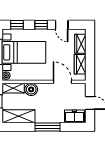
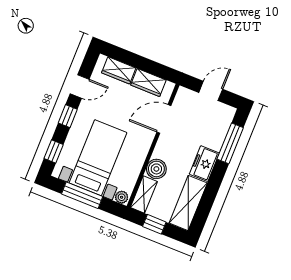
freezer: (74, 116) -> (204, 164), moved
window: (47, 127) -> (230, 143), moved

